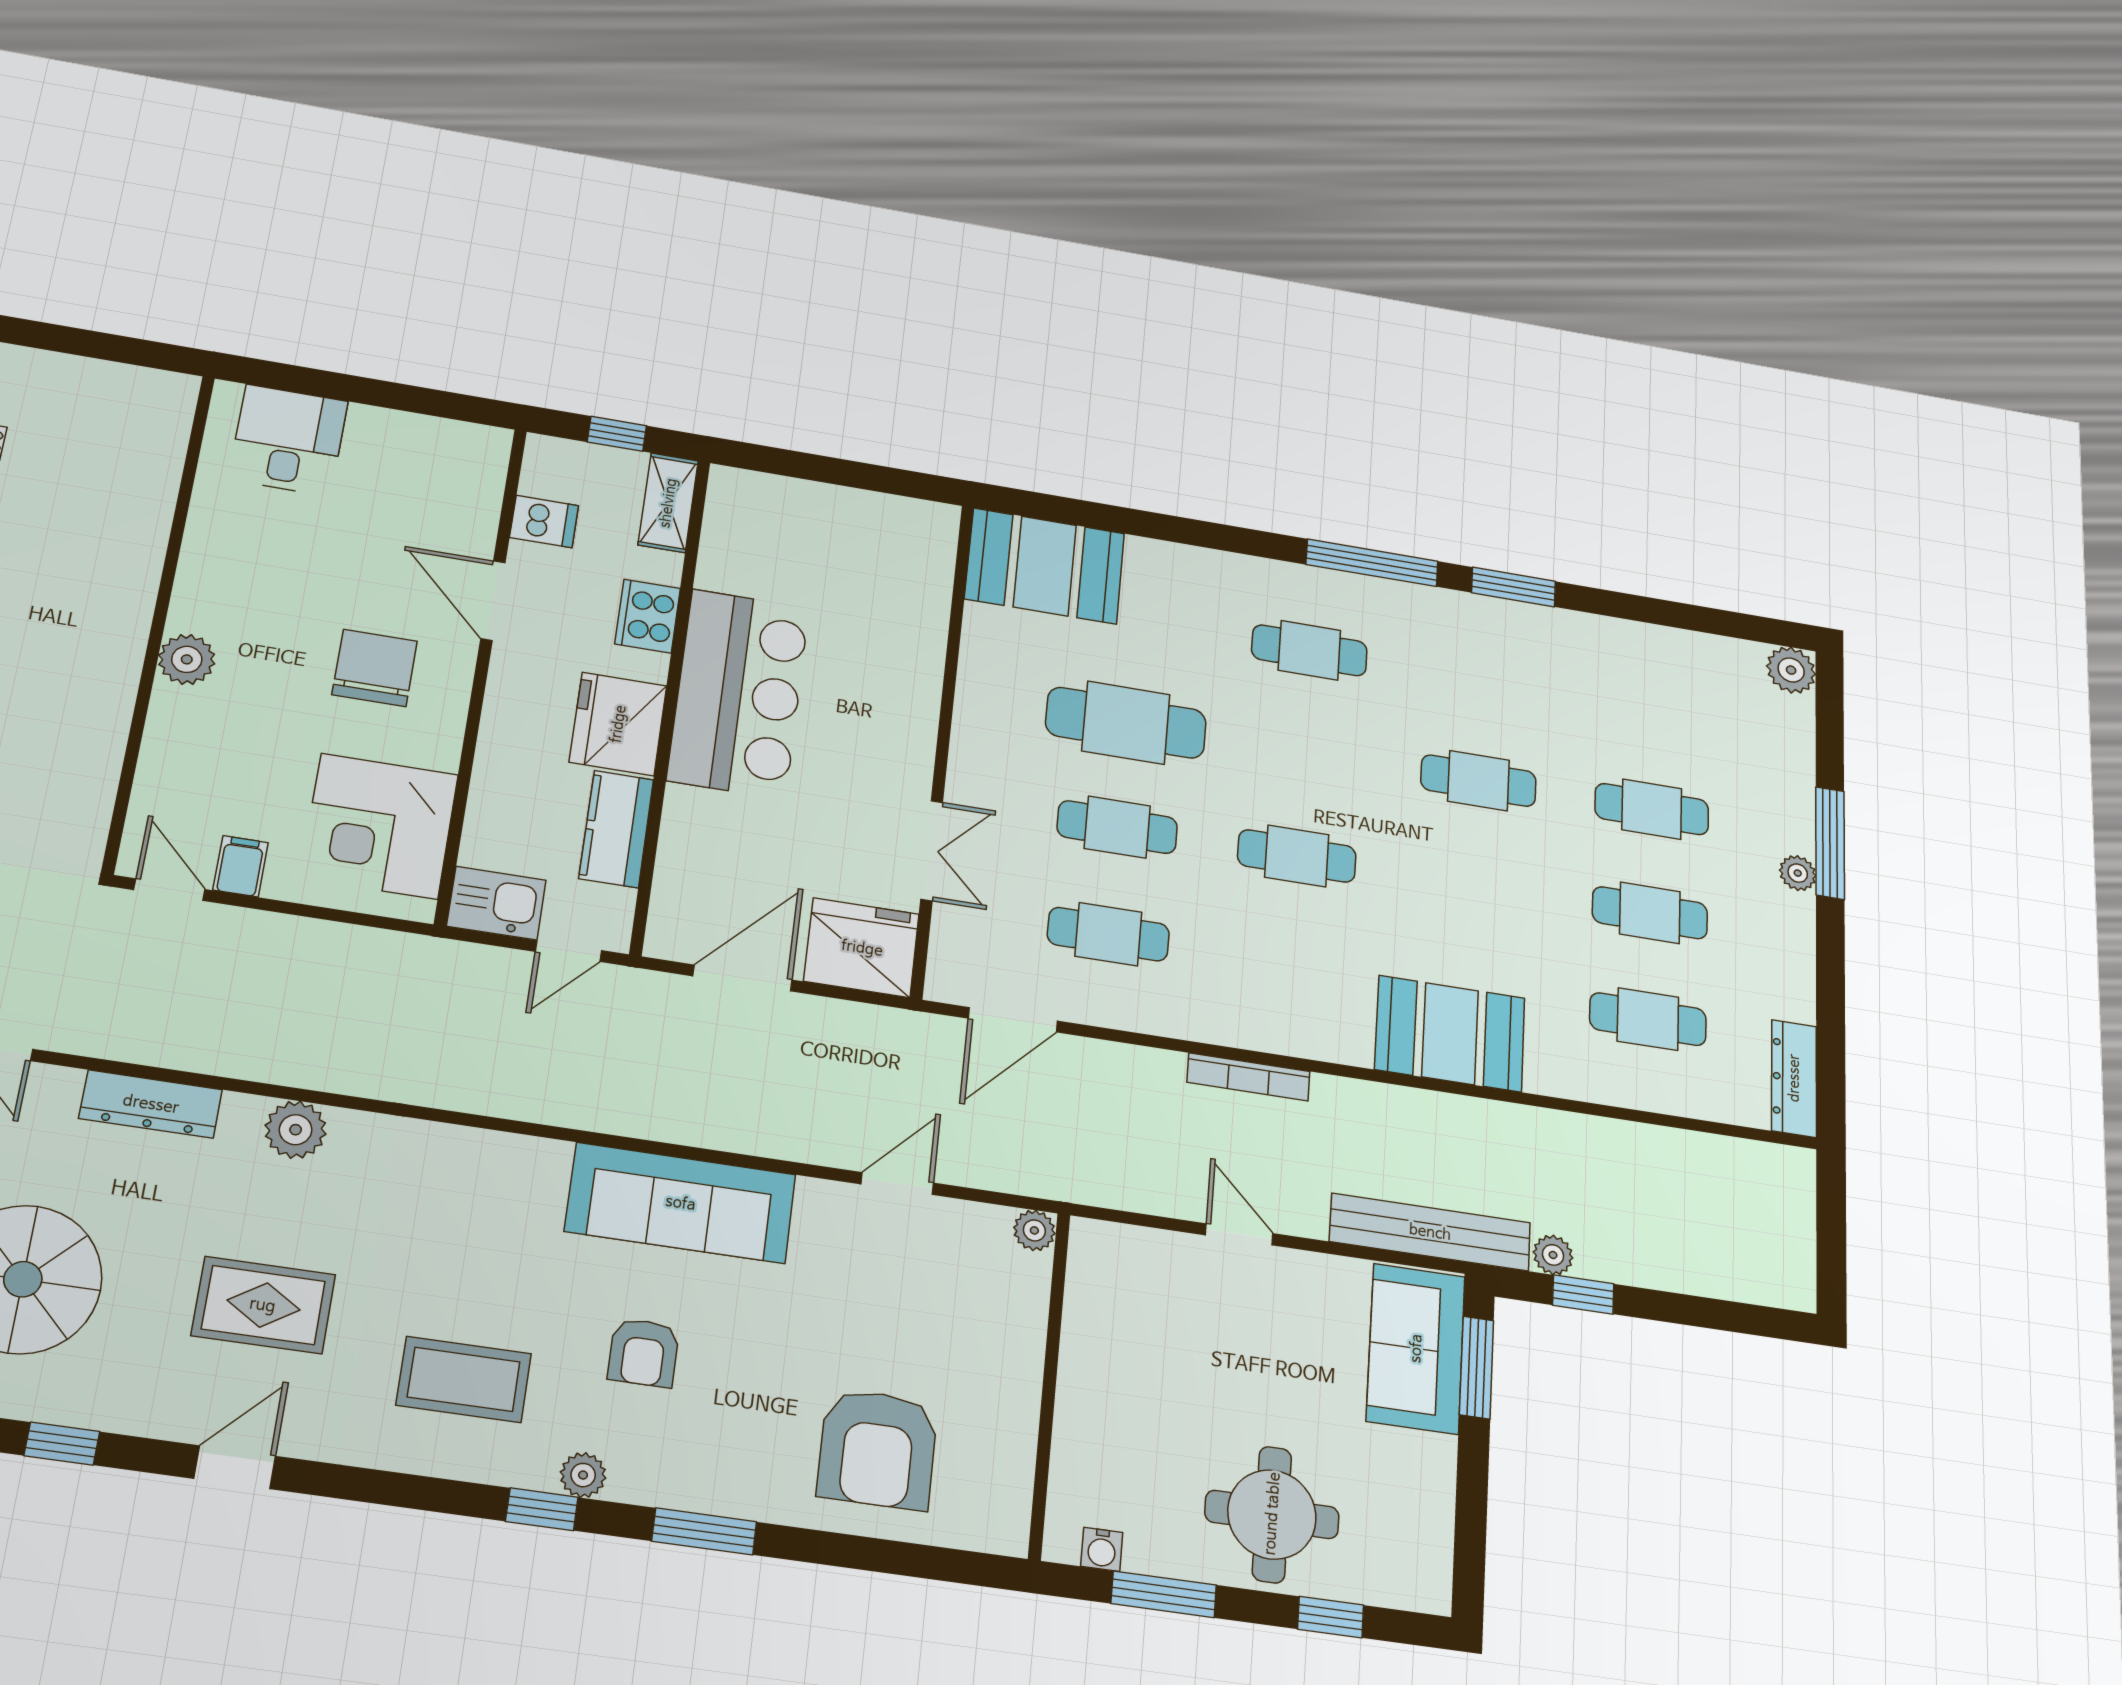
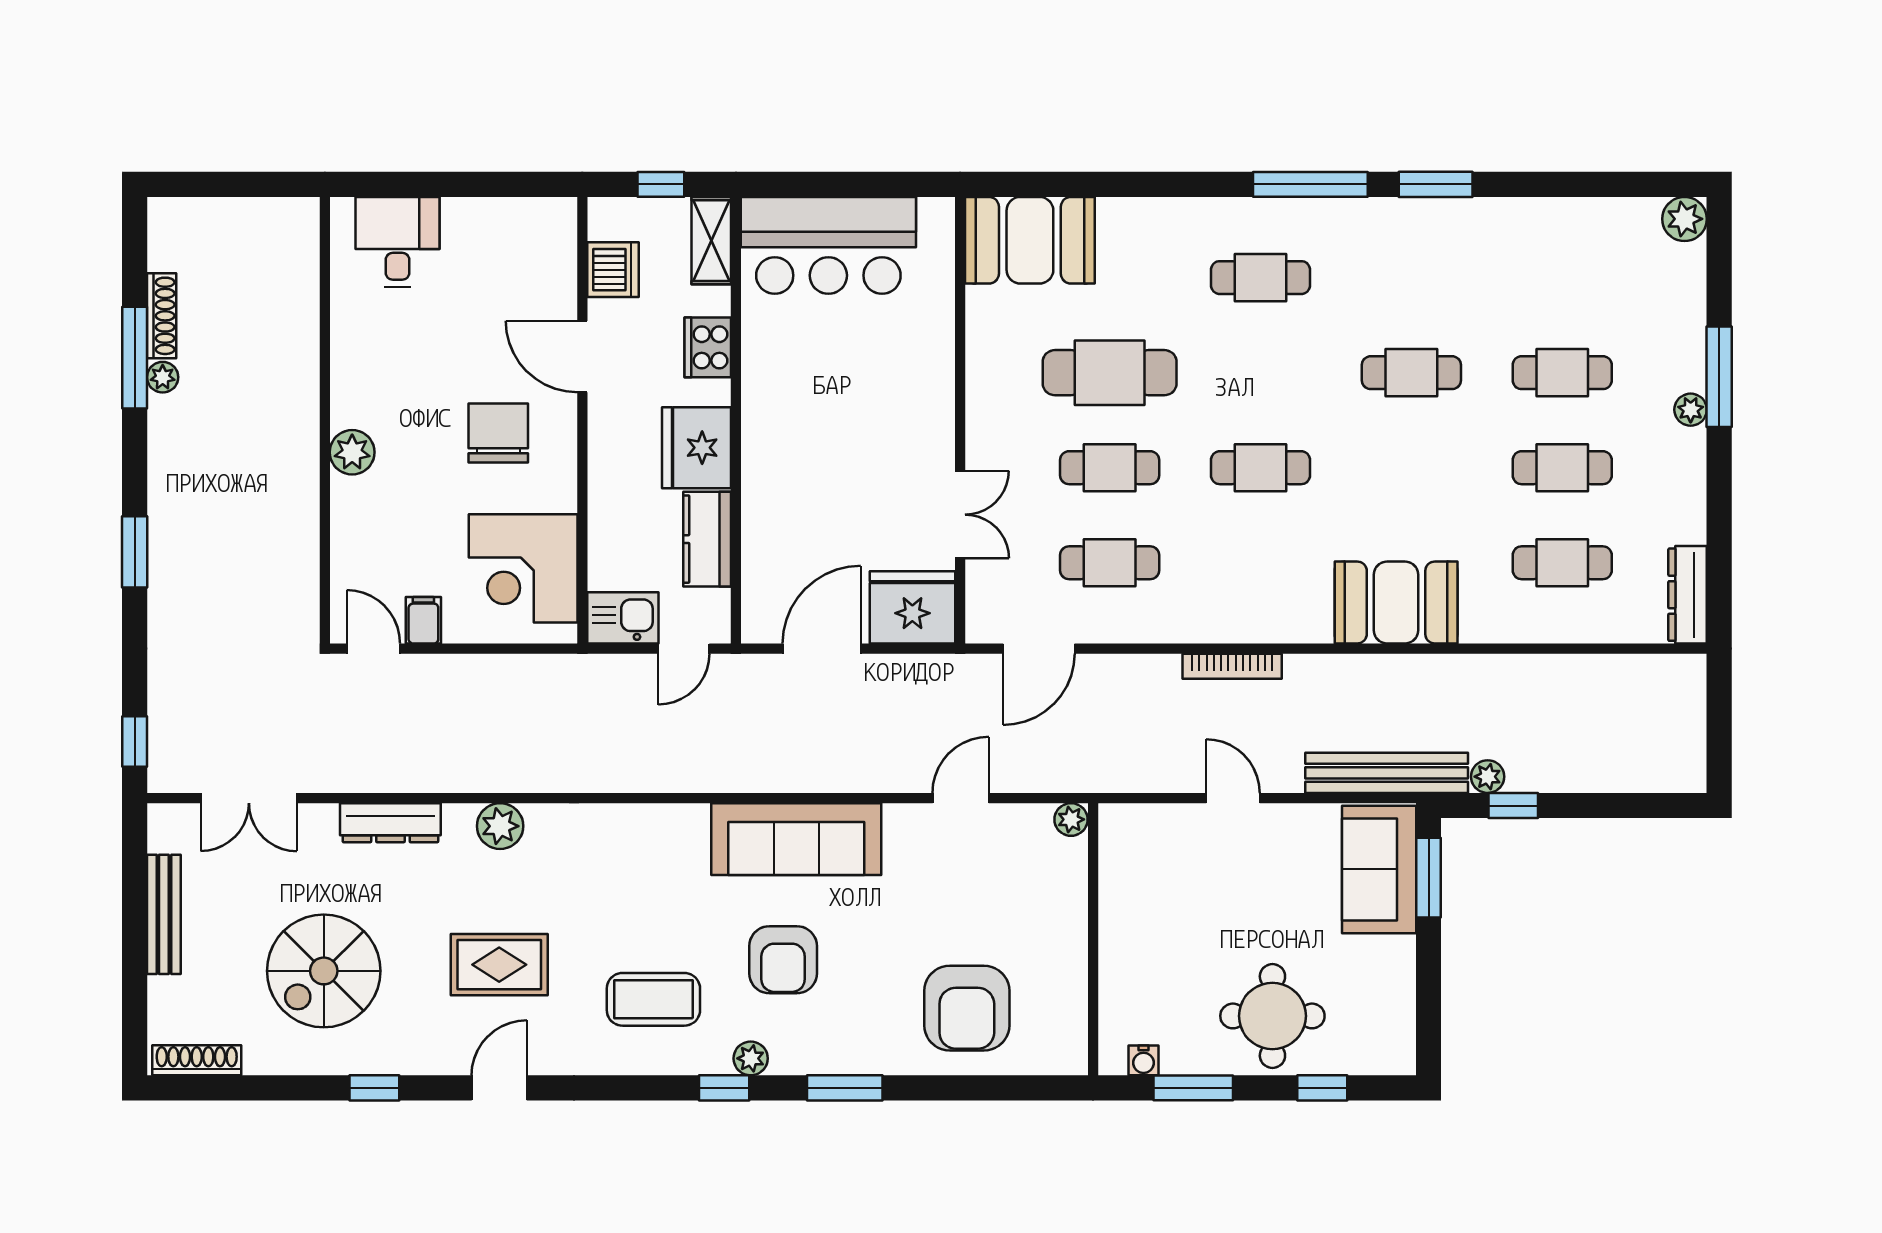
dishwasher: (544, 522) -> (613, 270), width x1.38
bar counter: (739, 693) -> (828, 245), moved, turned 90
armchair: (643, 1353) -> (783, 960), width x1.38, depth x1.38

